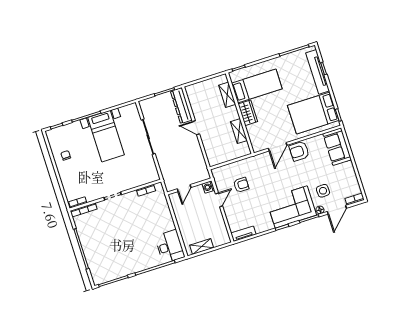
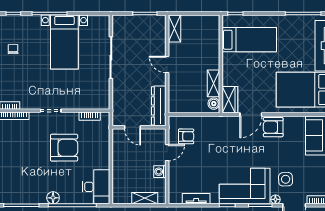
shelving: (227, 95) -> (175, 28), moved
dresser: (181, 106) -> (159, 106), moved
wardrobe: (248, 113) -> (230, 100), moved
boiler: (244, 148) -> (214, 104), added
armchair: (241, 185) -> (186, 136), moved
washing machine: (208, 187) -> (160, 172), moved
door: (184, 188) -> (133, 127), hinge flipped
armchair: (133, 223) -> (64, 148), added
tv unit: (243, 234) -> (196, 199), moved
shelving: (202, 247) -> (145, 198), moved
floor lamp: (137, 267) -> (53, 198), added

